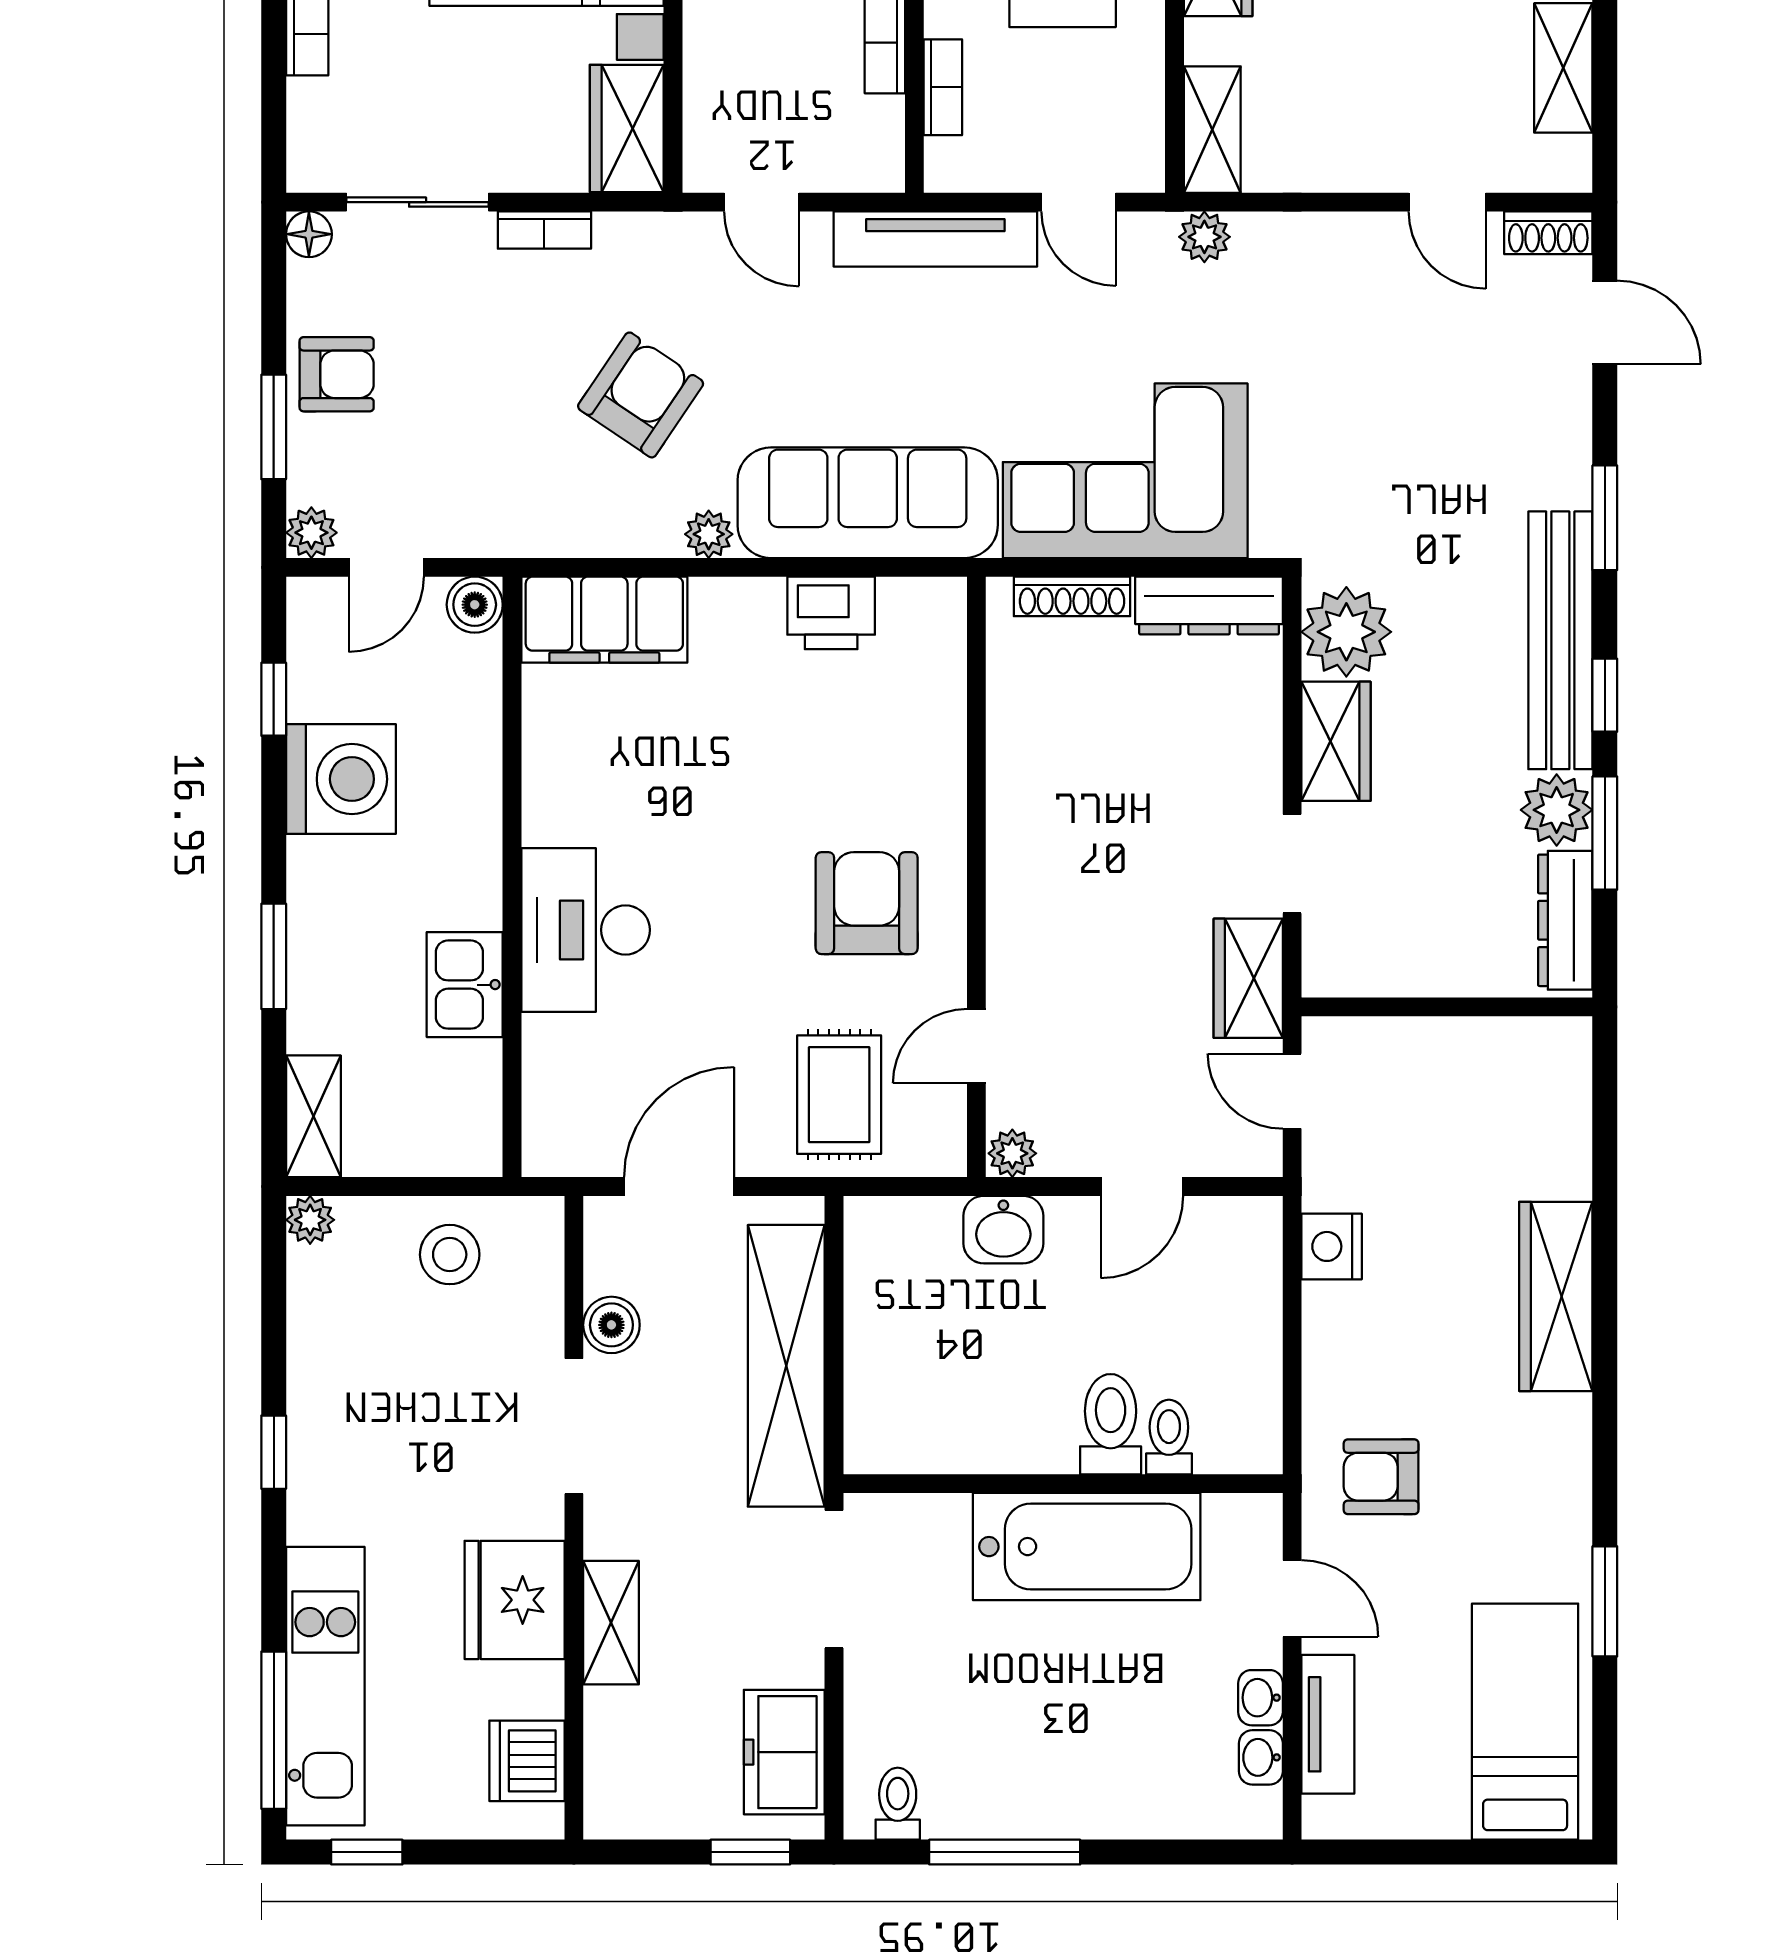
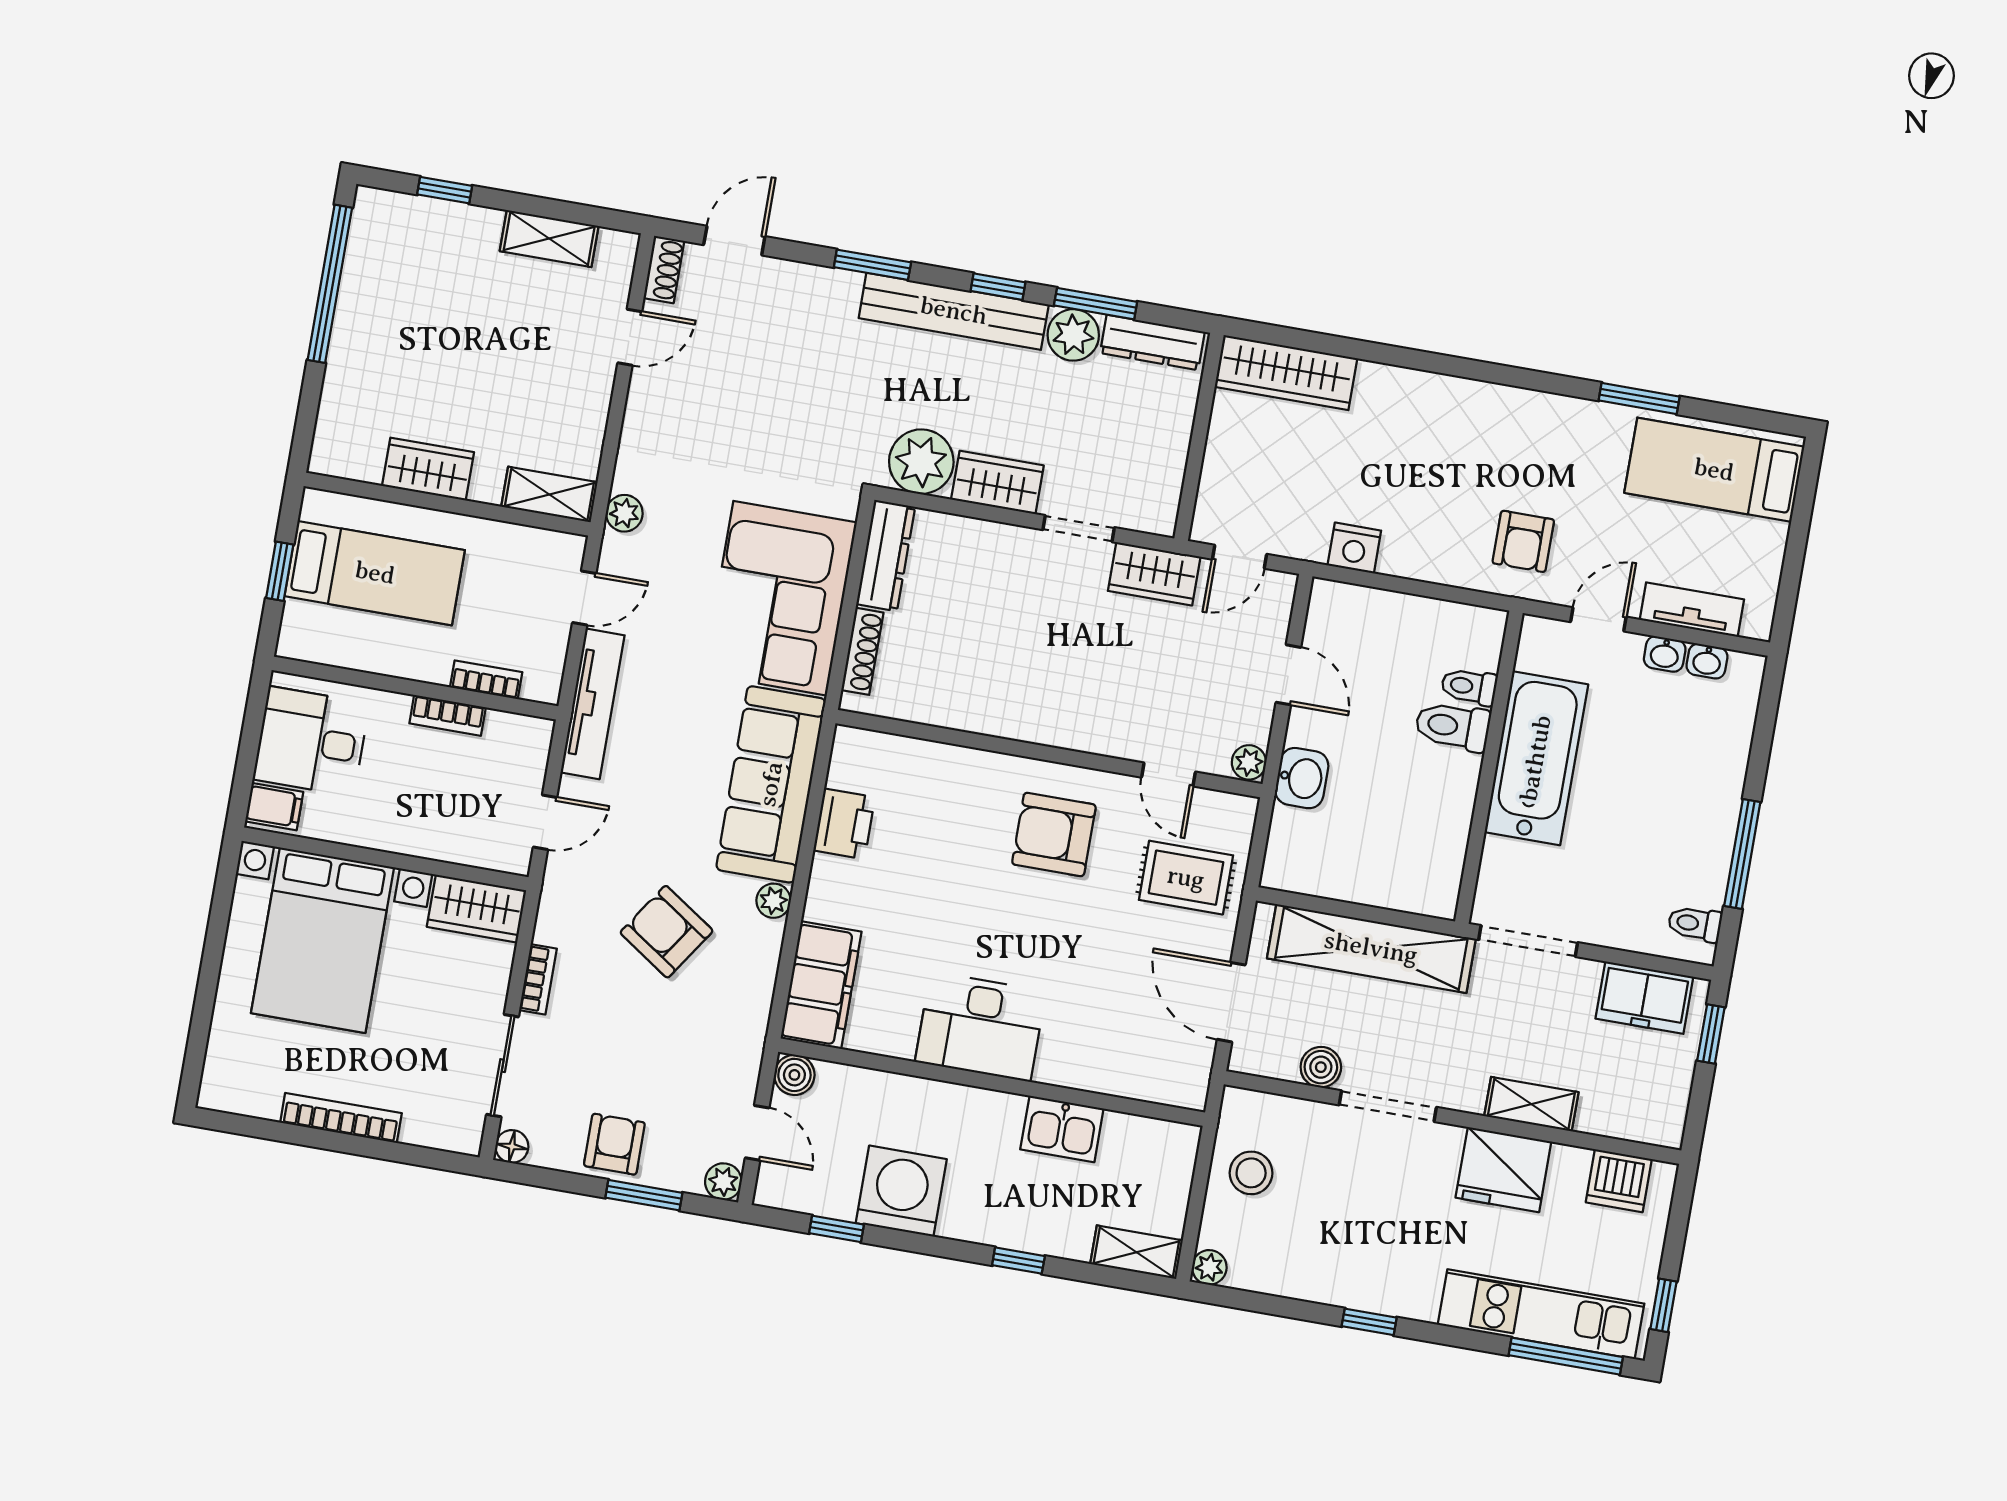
desk: (586, 930) -> (981, 1027), moved
window: (274, 956) -> (1018, 1261), width x0.67
wardrobe: (1556, 1296) -> (1286, 373), moved

